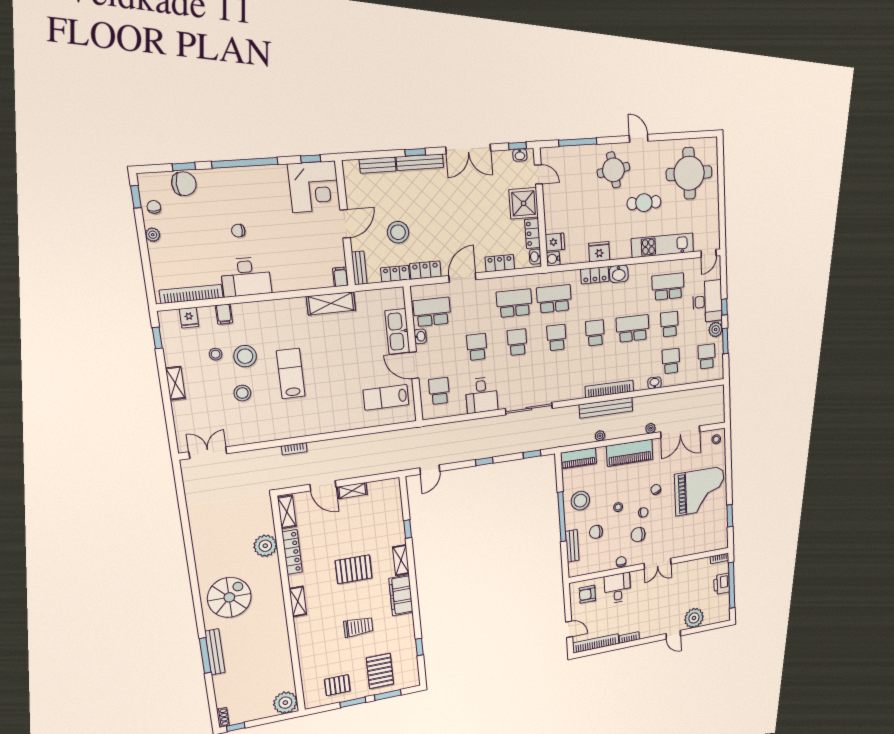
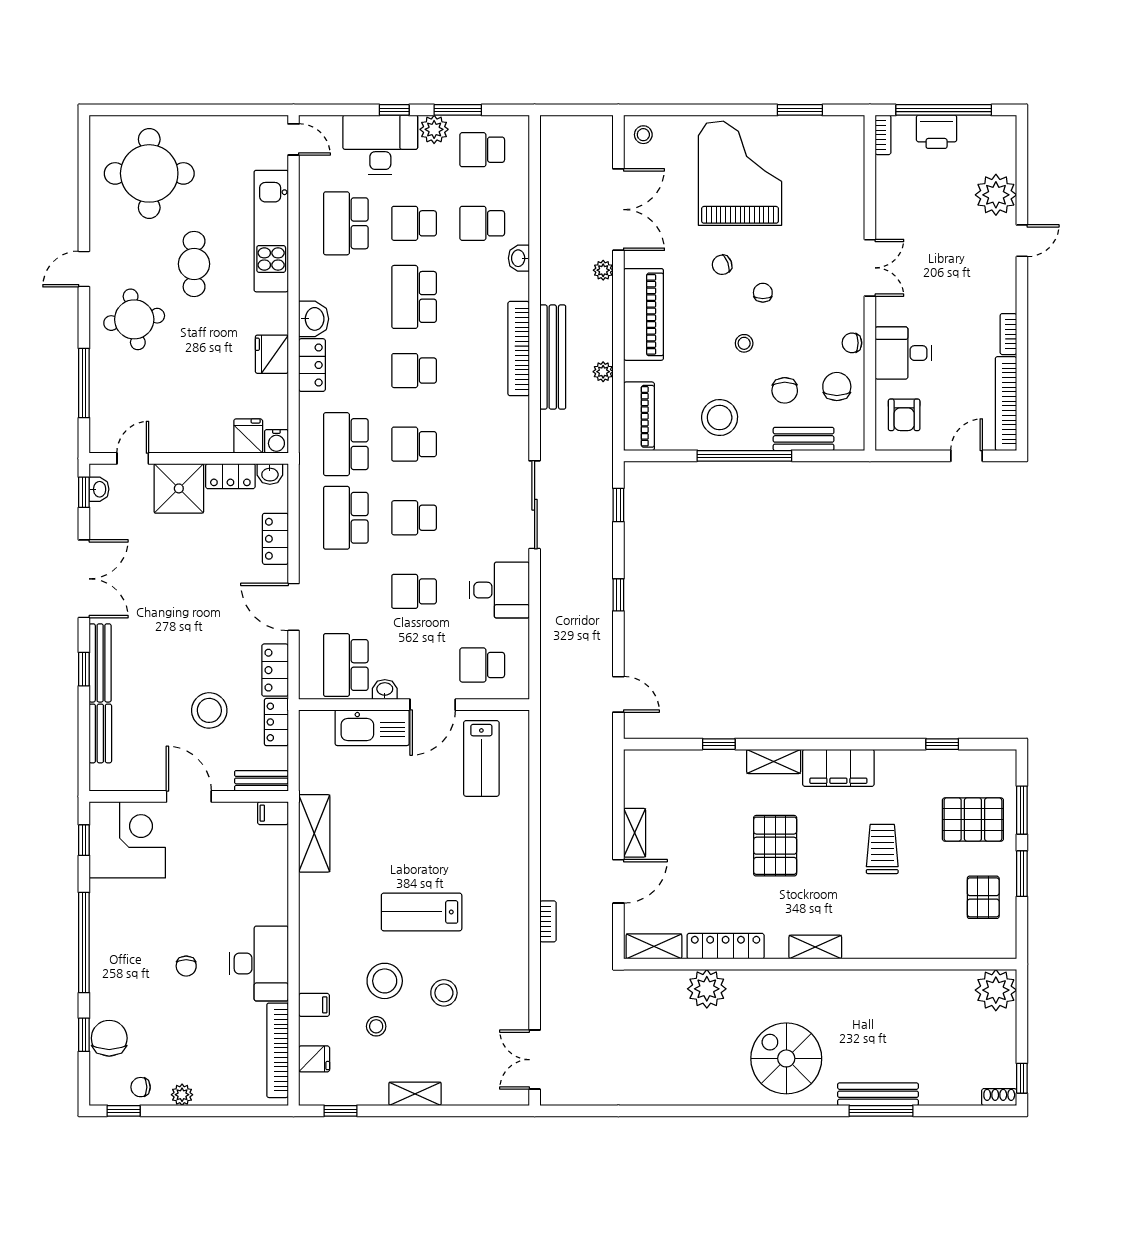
chair: (638, 535) -> (837, 387), moved, turned 180

